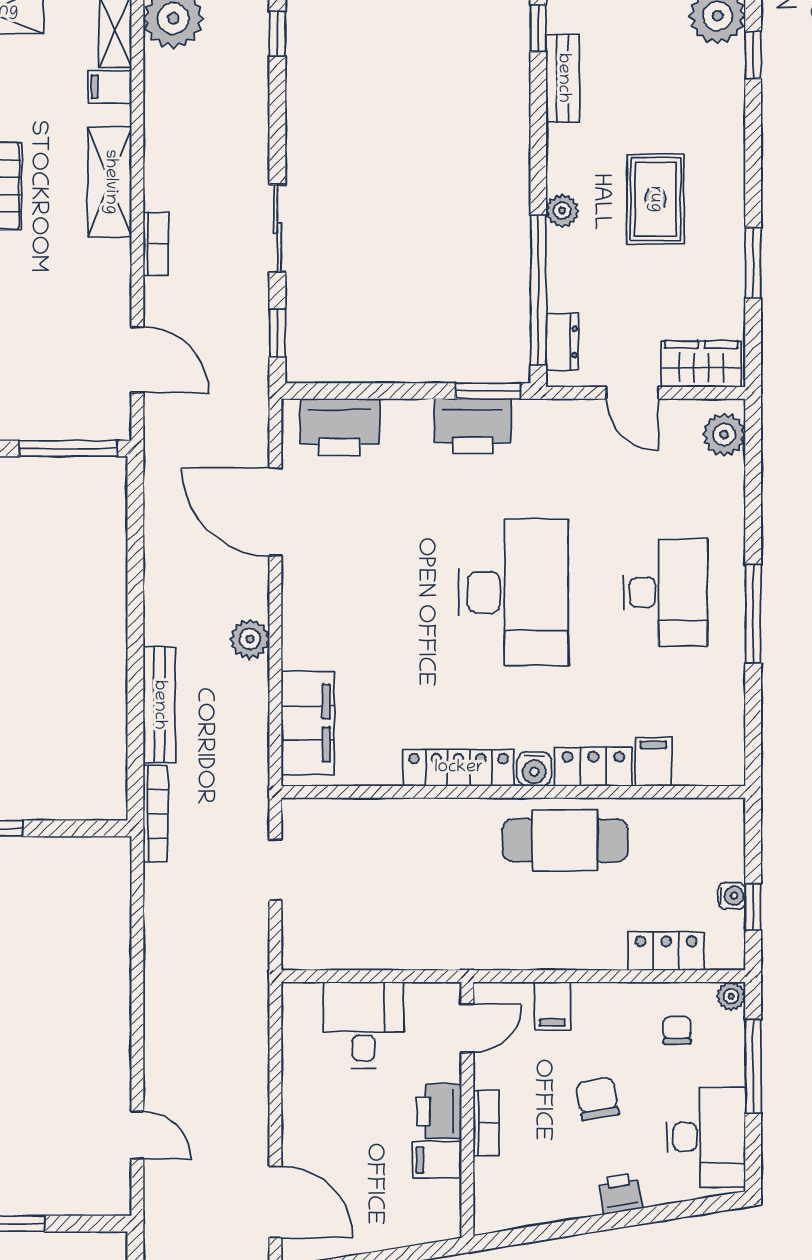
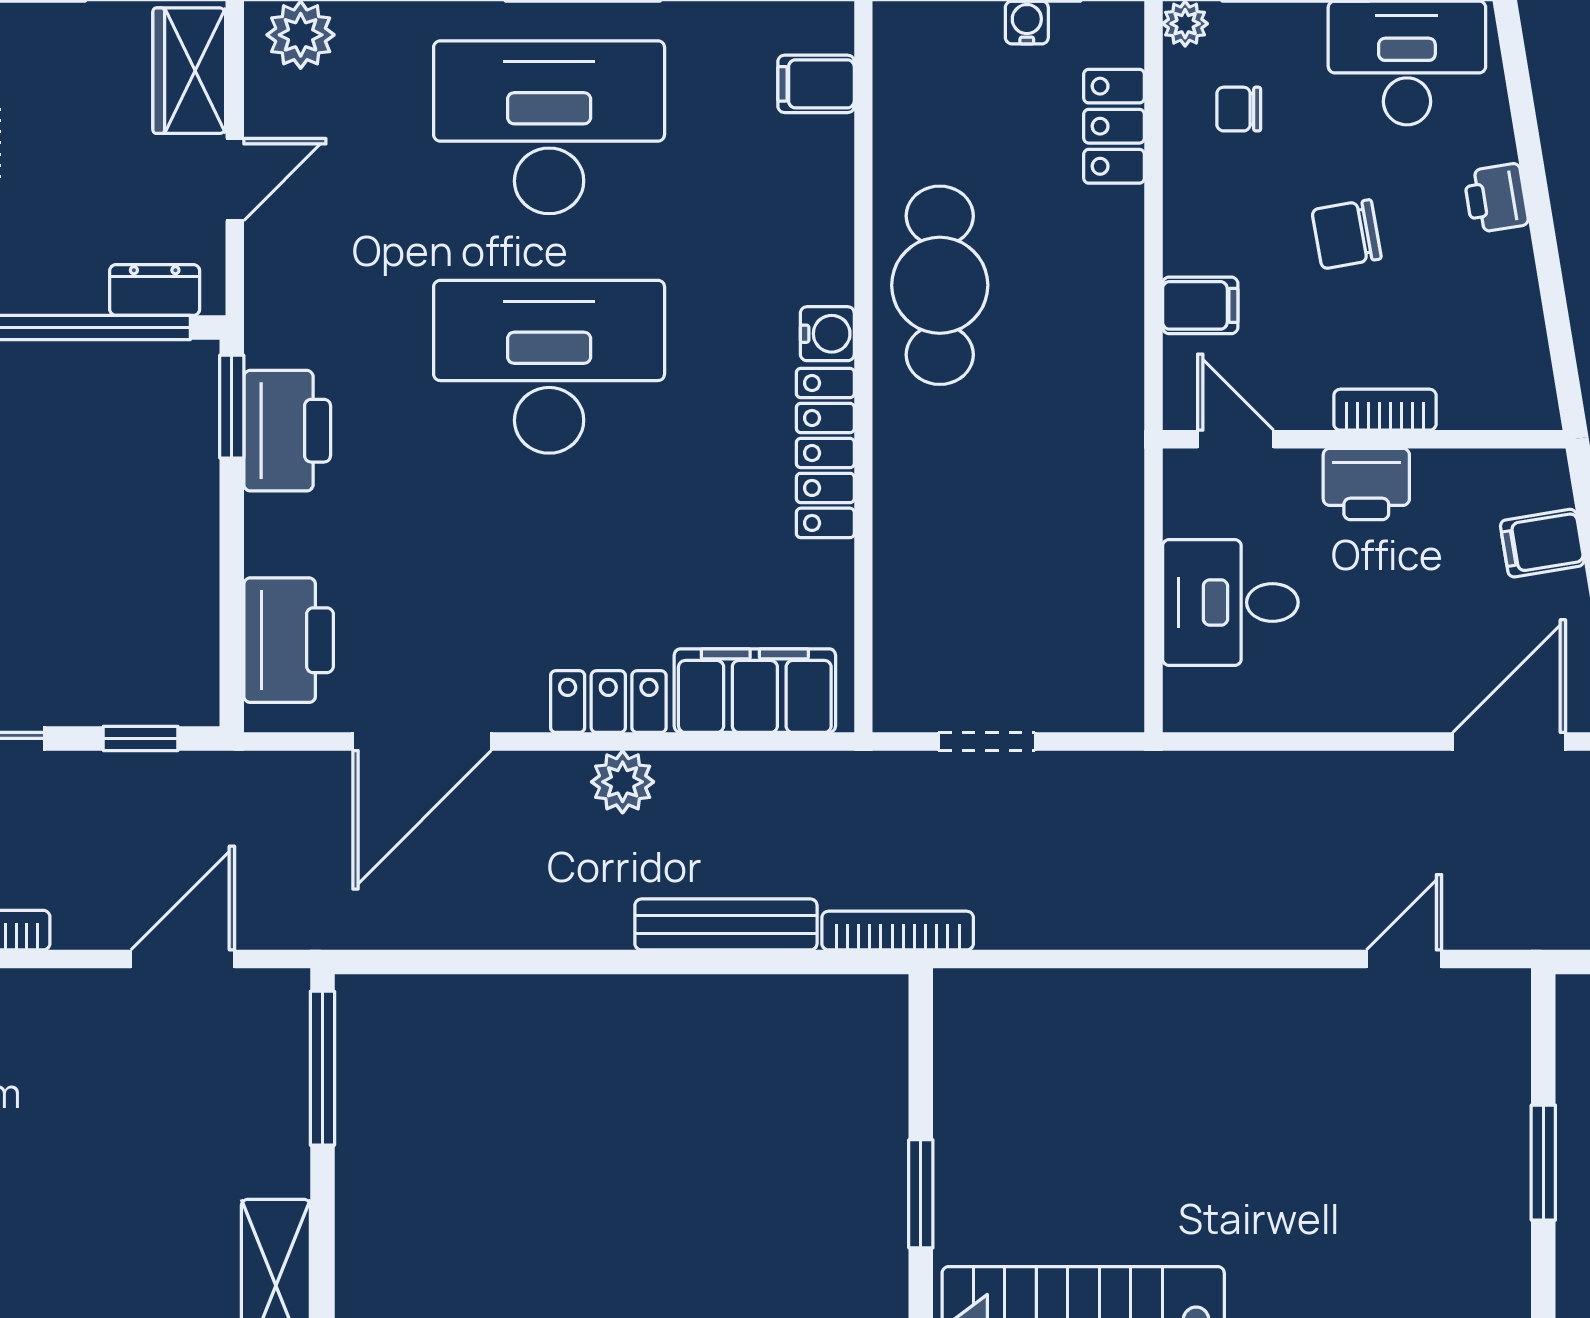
desk: (665, 592) -> (549, 127), width x1.36, depth x1.30
filing cabinet: (653, 762) -> (816, 84), moved
locker: (593, 767) -> (608, 702), moved, turned 90
filing cabinet: (437, 1160) -> (1542, 543), moved, turned 81

